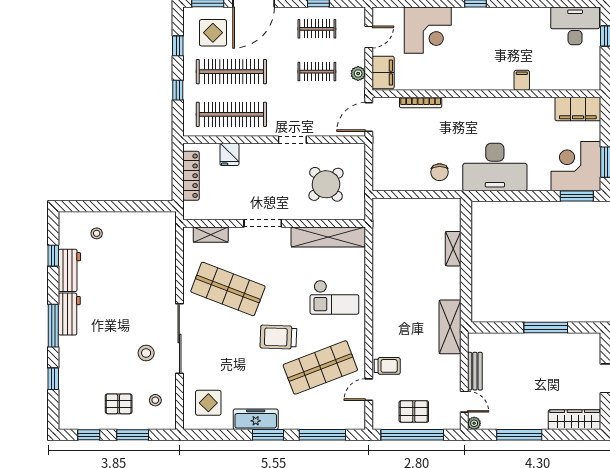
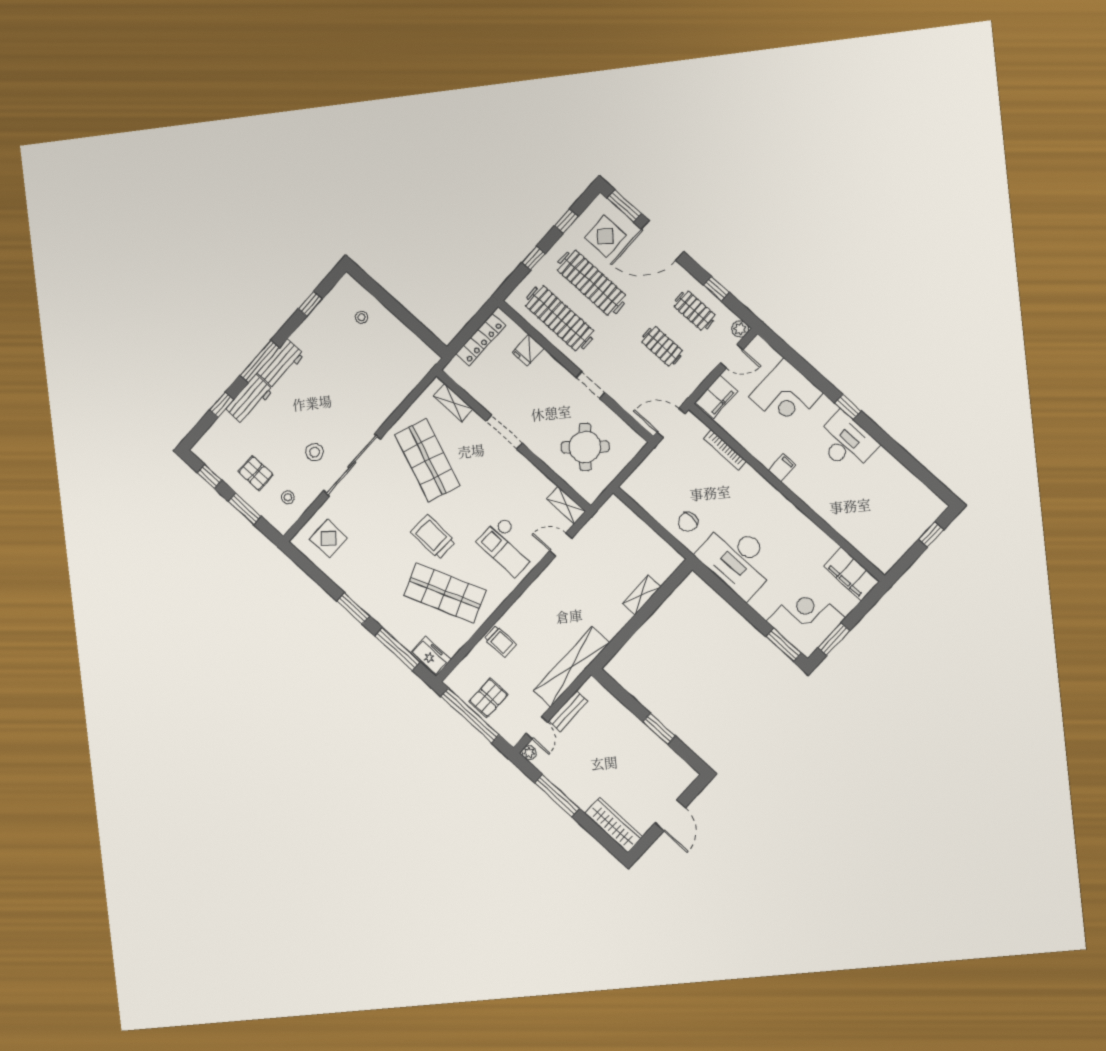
desk: (575, 26) -> (846, 442), moved
plant: (358, 74) -> (740, 329), moved
filing cabinet: (522, 80) -> (782, 468), moved
shelving: (328, 237) -> (566, 505), width x0.45, depth x0.75
workbench: (69, 270) -> (249, 400), moved
shelving: (450, 327) -> (571, 667), width x1.47
window: (546, 327) -> (659, 729), width x0.69
door: (369, 390) -> (561, 544), moved
pallet: (414, 411) -> (489, 698), turned 90
freezer: (256, 419) -> (430, 656), moved, width x0.71

